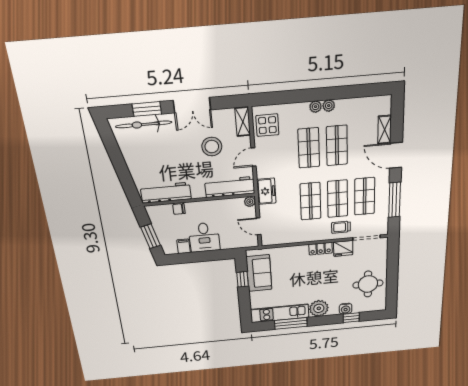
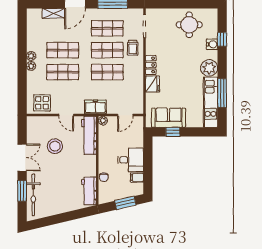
shelving: (243, 122) -> (38, 121), removed
workbench: (166, 193) -> (89, 191), width x0.73
fridge: (343, 248) -> (153, 84), moved

